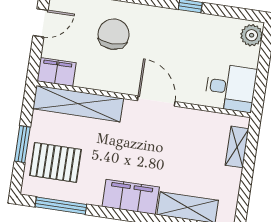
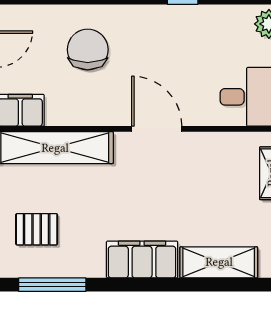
pallet: (55, 162) -> (37, 229), width x0.67, depth x0.71

